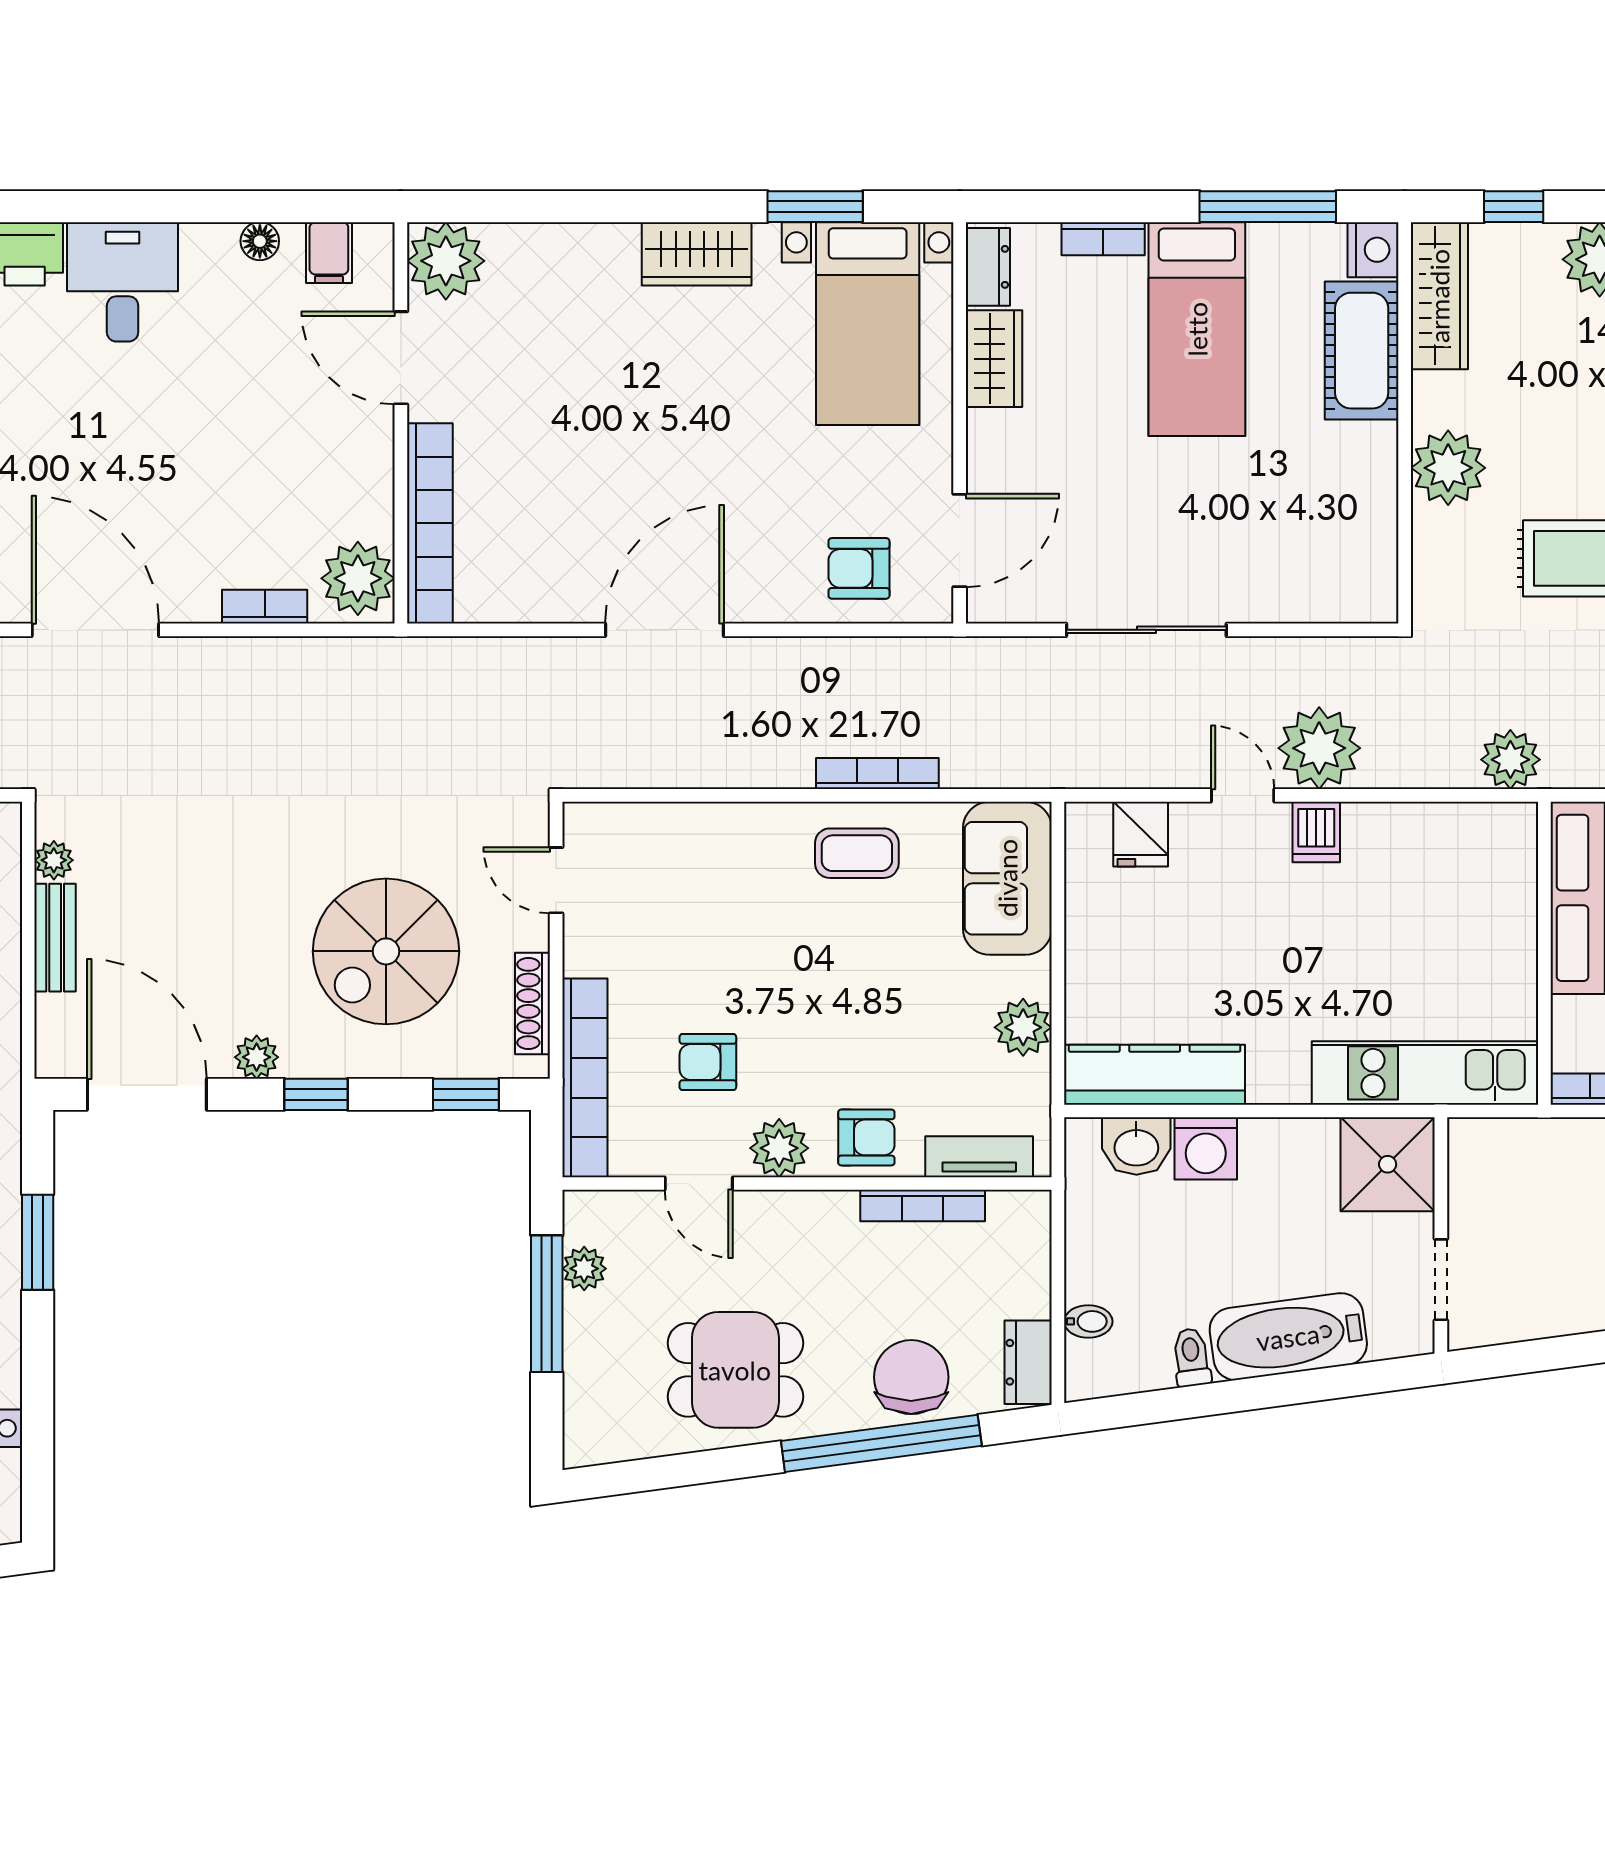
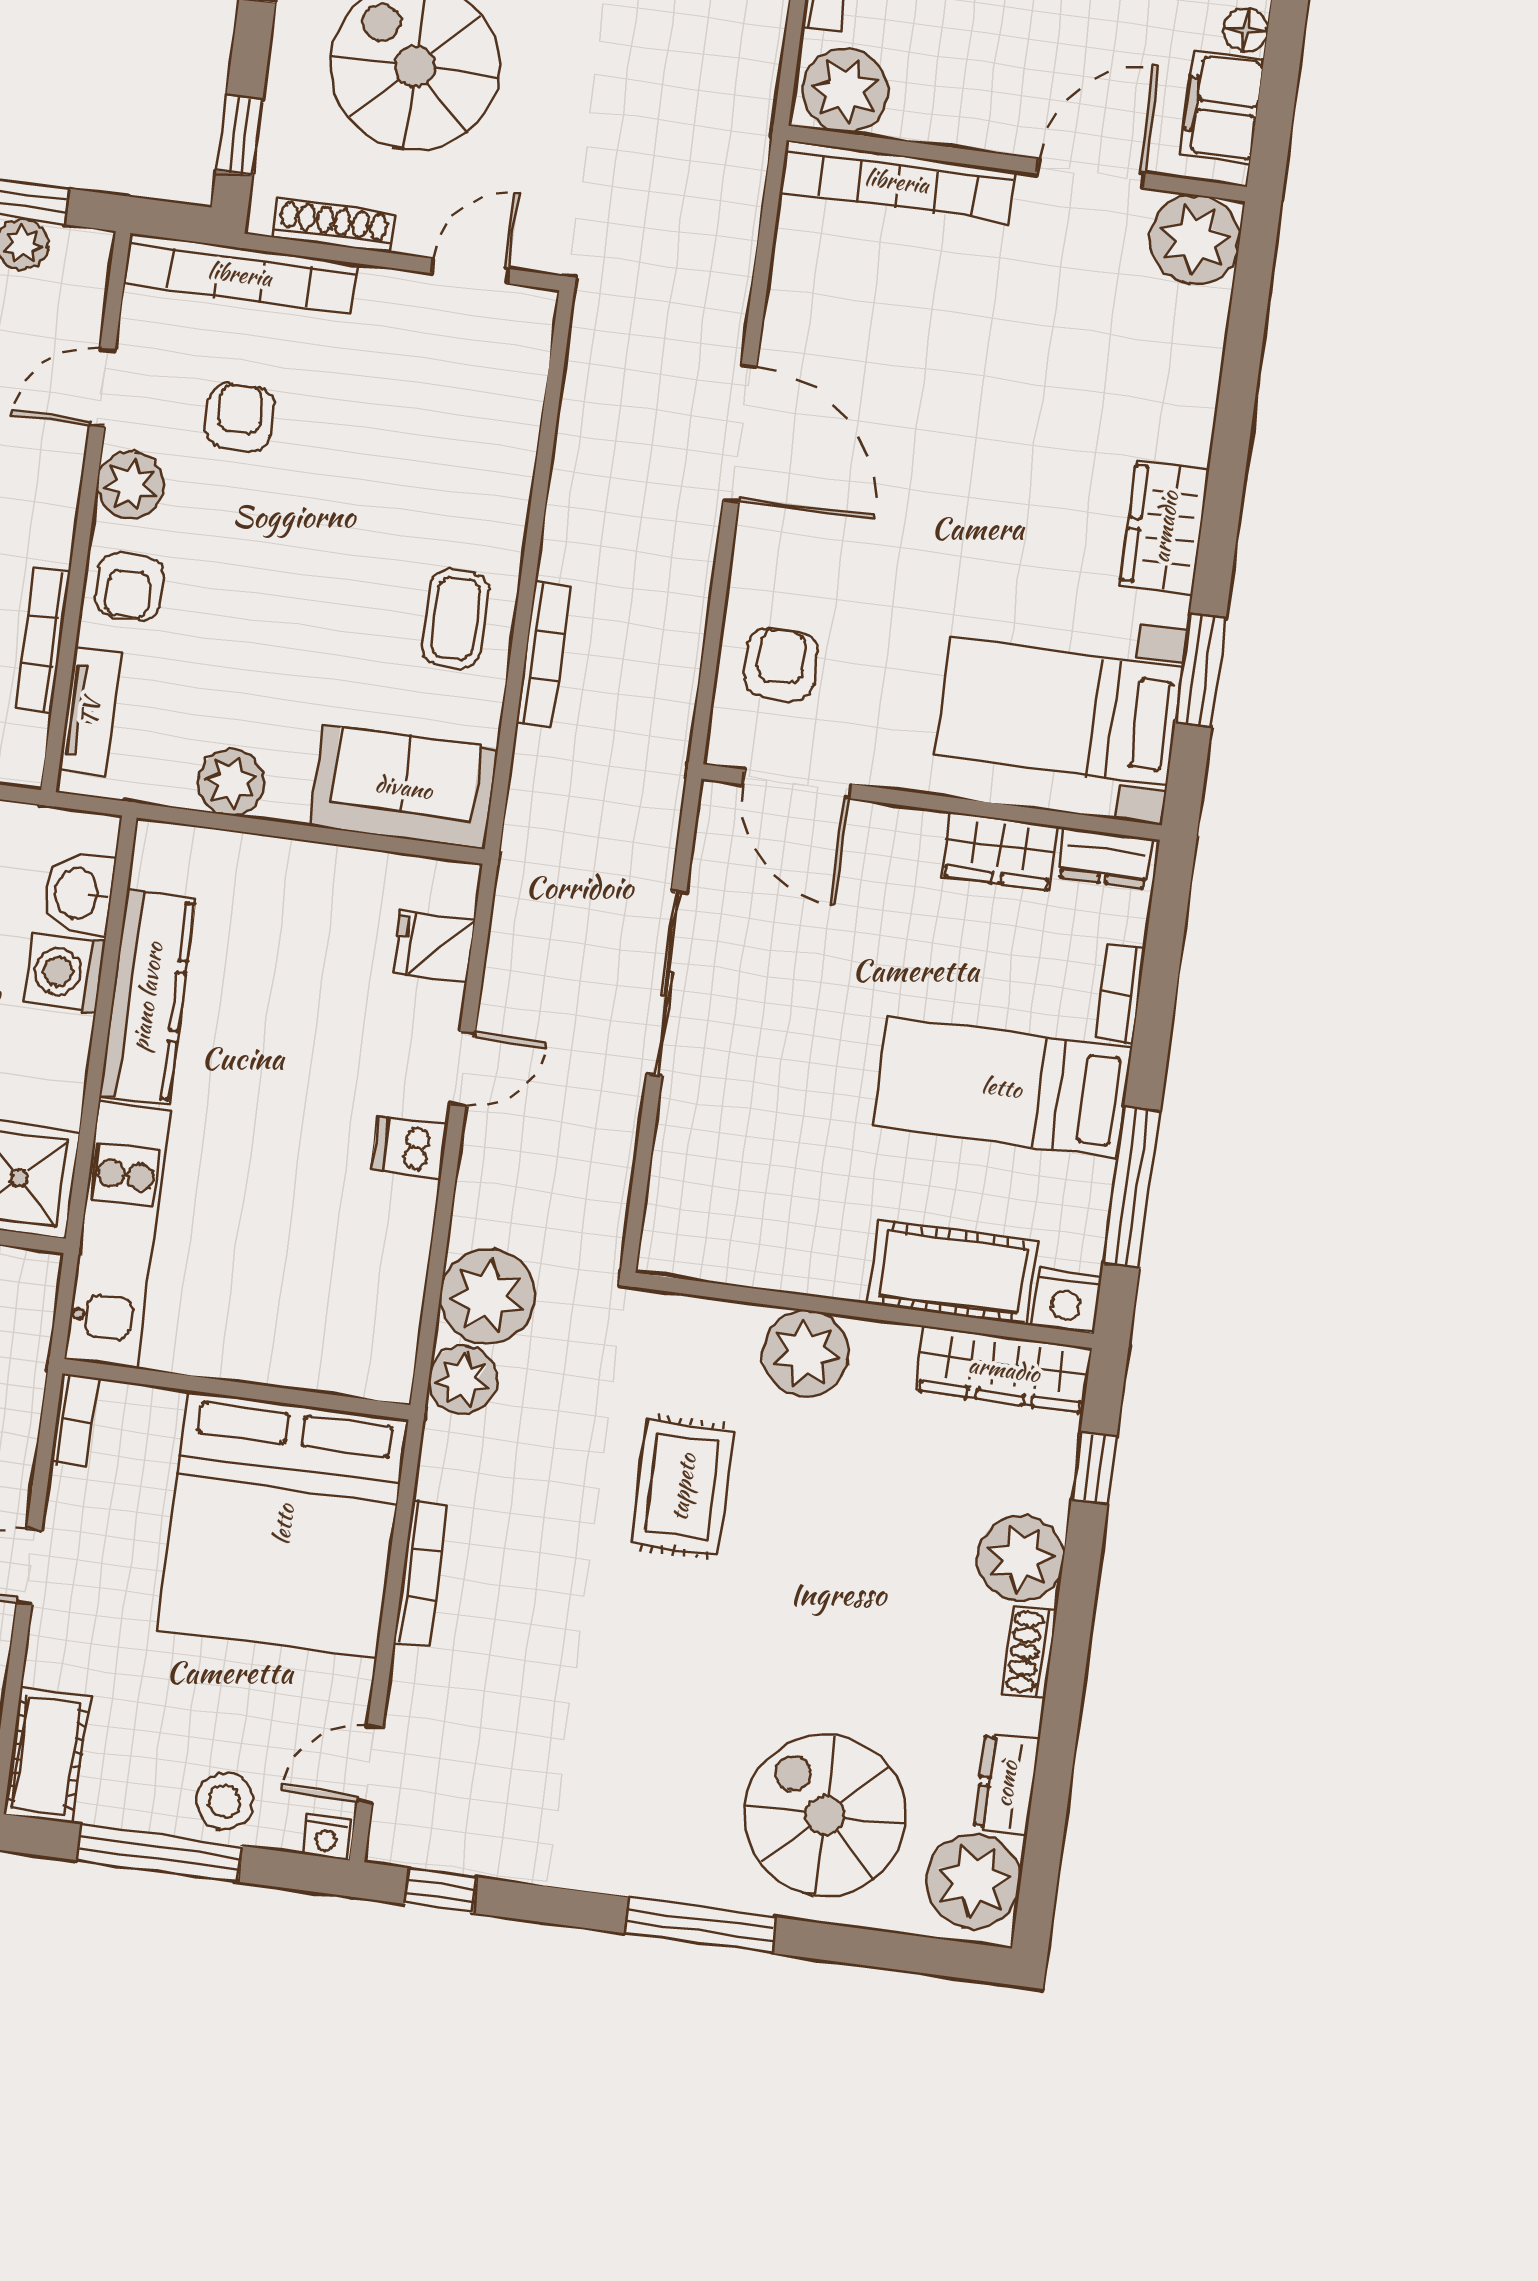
filing cabinet: (329, 253) -> (1222, 107), width x2.00
plant: (1319, 748) -> (487, 1296), moved
kitchen counter: (1155, 1075) -> (147, 997), moved

